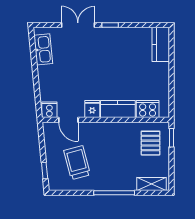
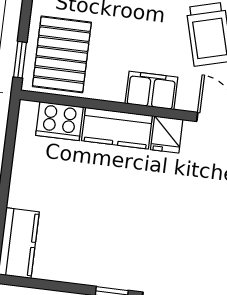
filing cabinet: (103, 130) -> (151, 90), added
pallet: (151, 143) -> (62, 54), width x1.50, depth x1.42

